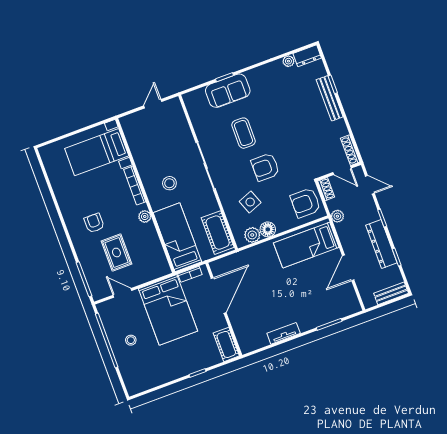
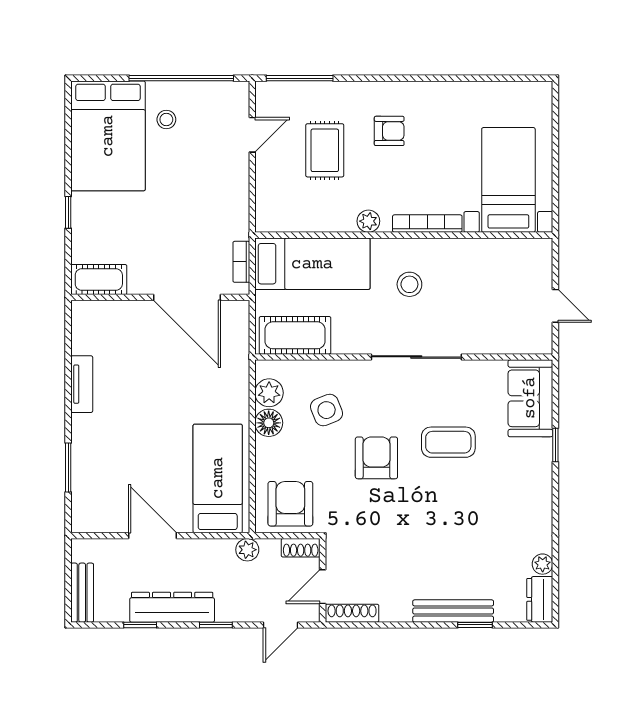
sofa: (228, 91) -> (530, 398), moved
rug: (116, 252) -> (325, 150), turned 90
bed: (168, 310) -> (108, 136), moved, turned -90

